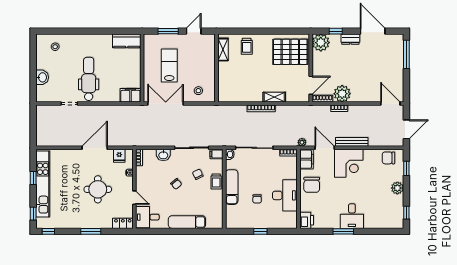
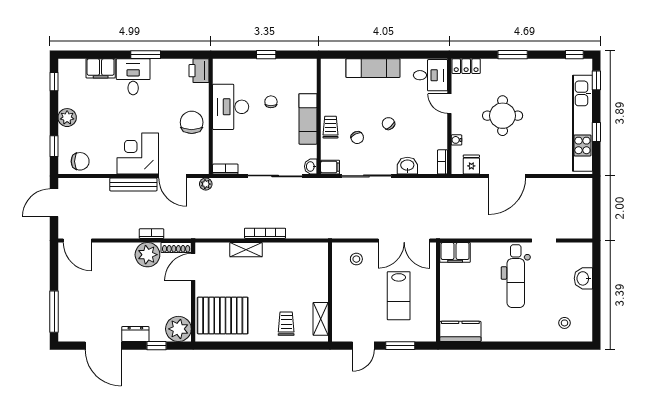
filing cabinet: (306, 159) -> (101, 68), moved, turned -90

